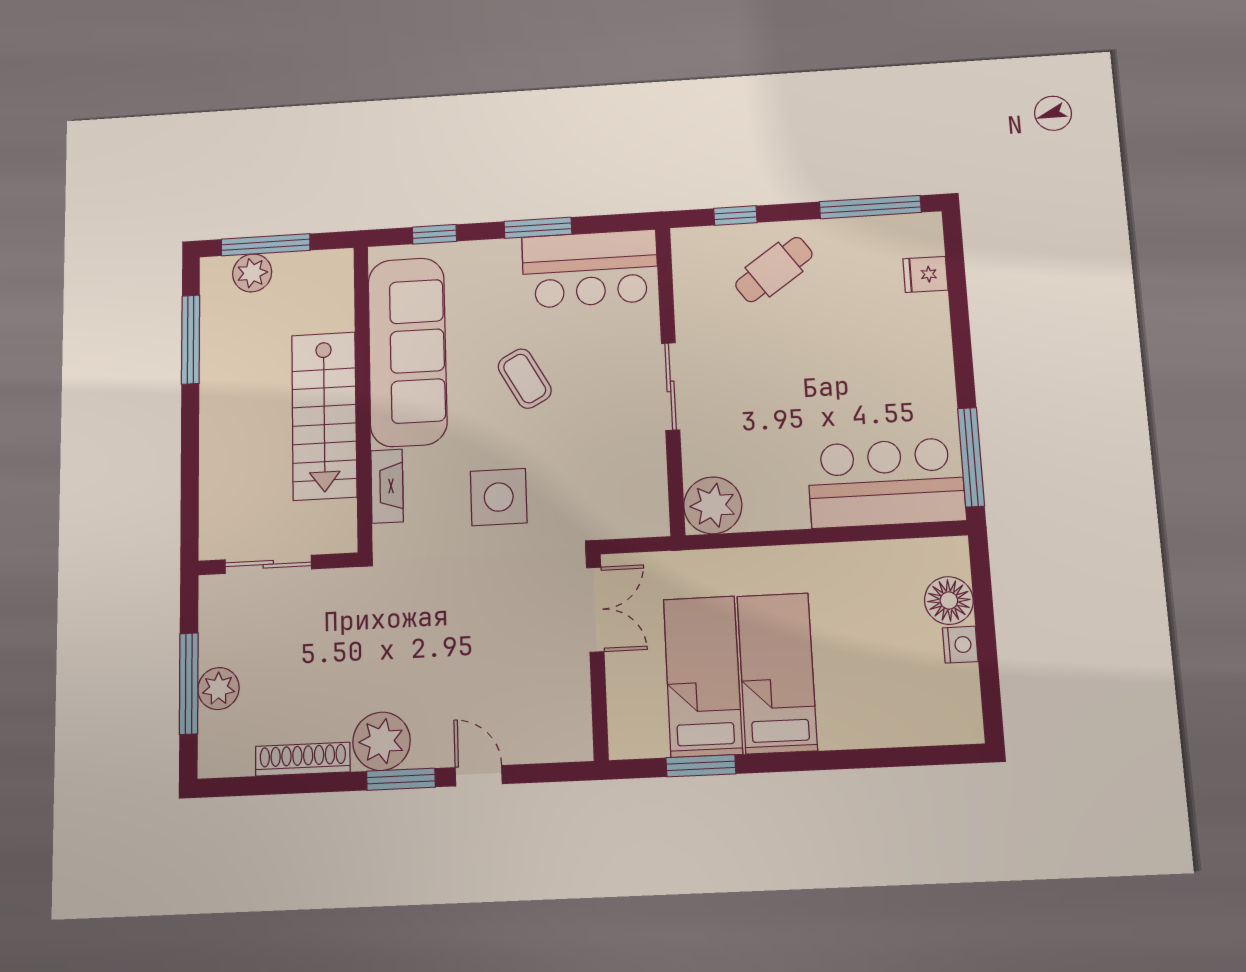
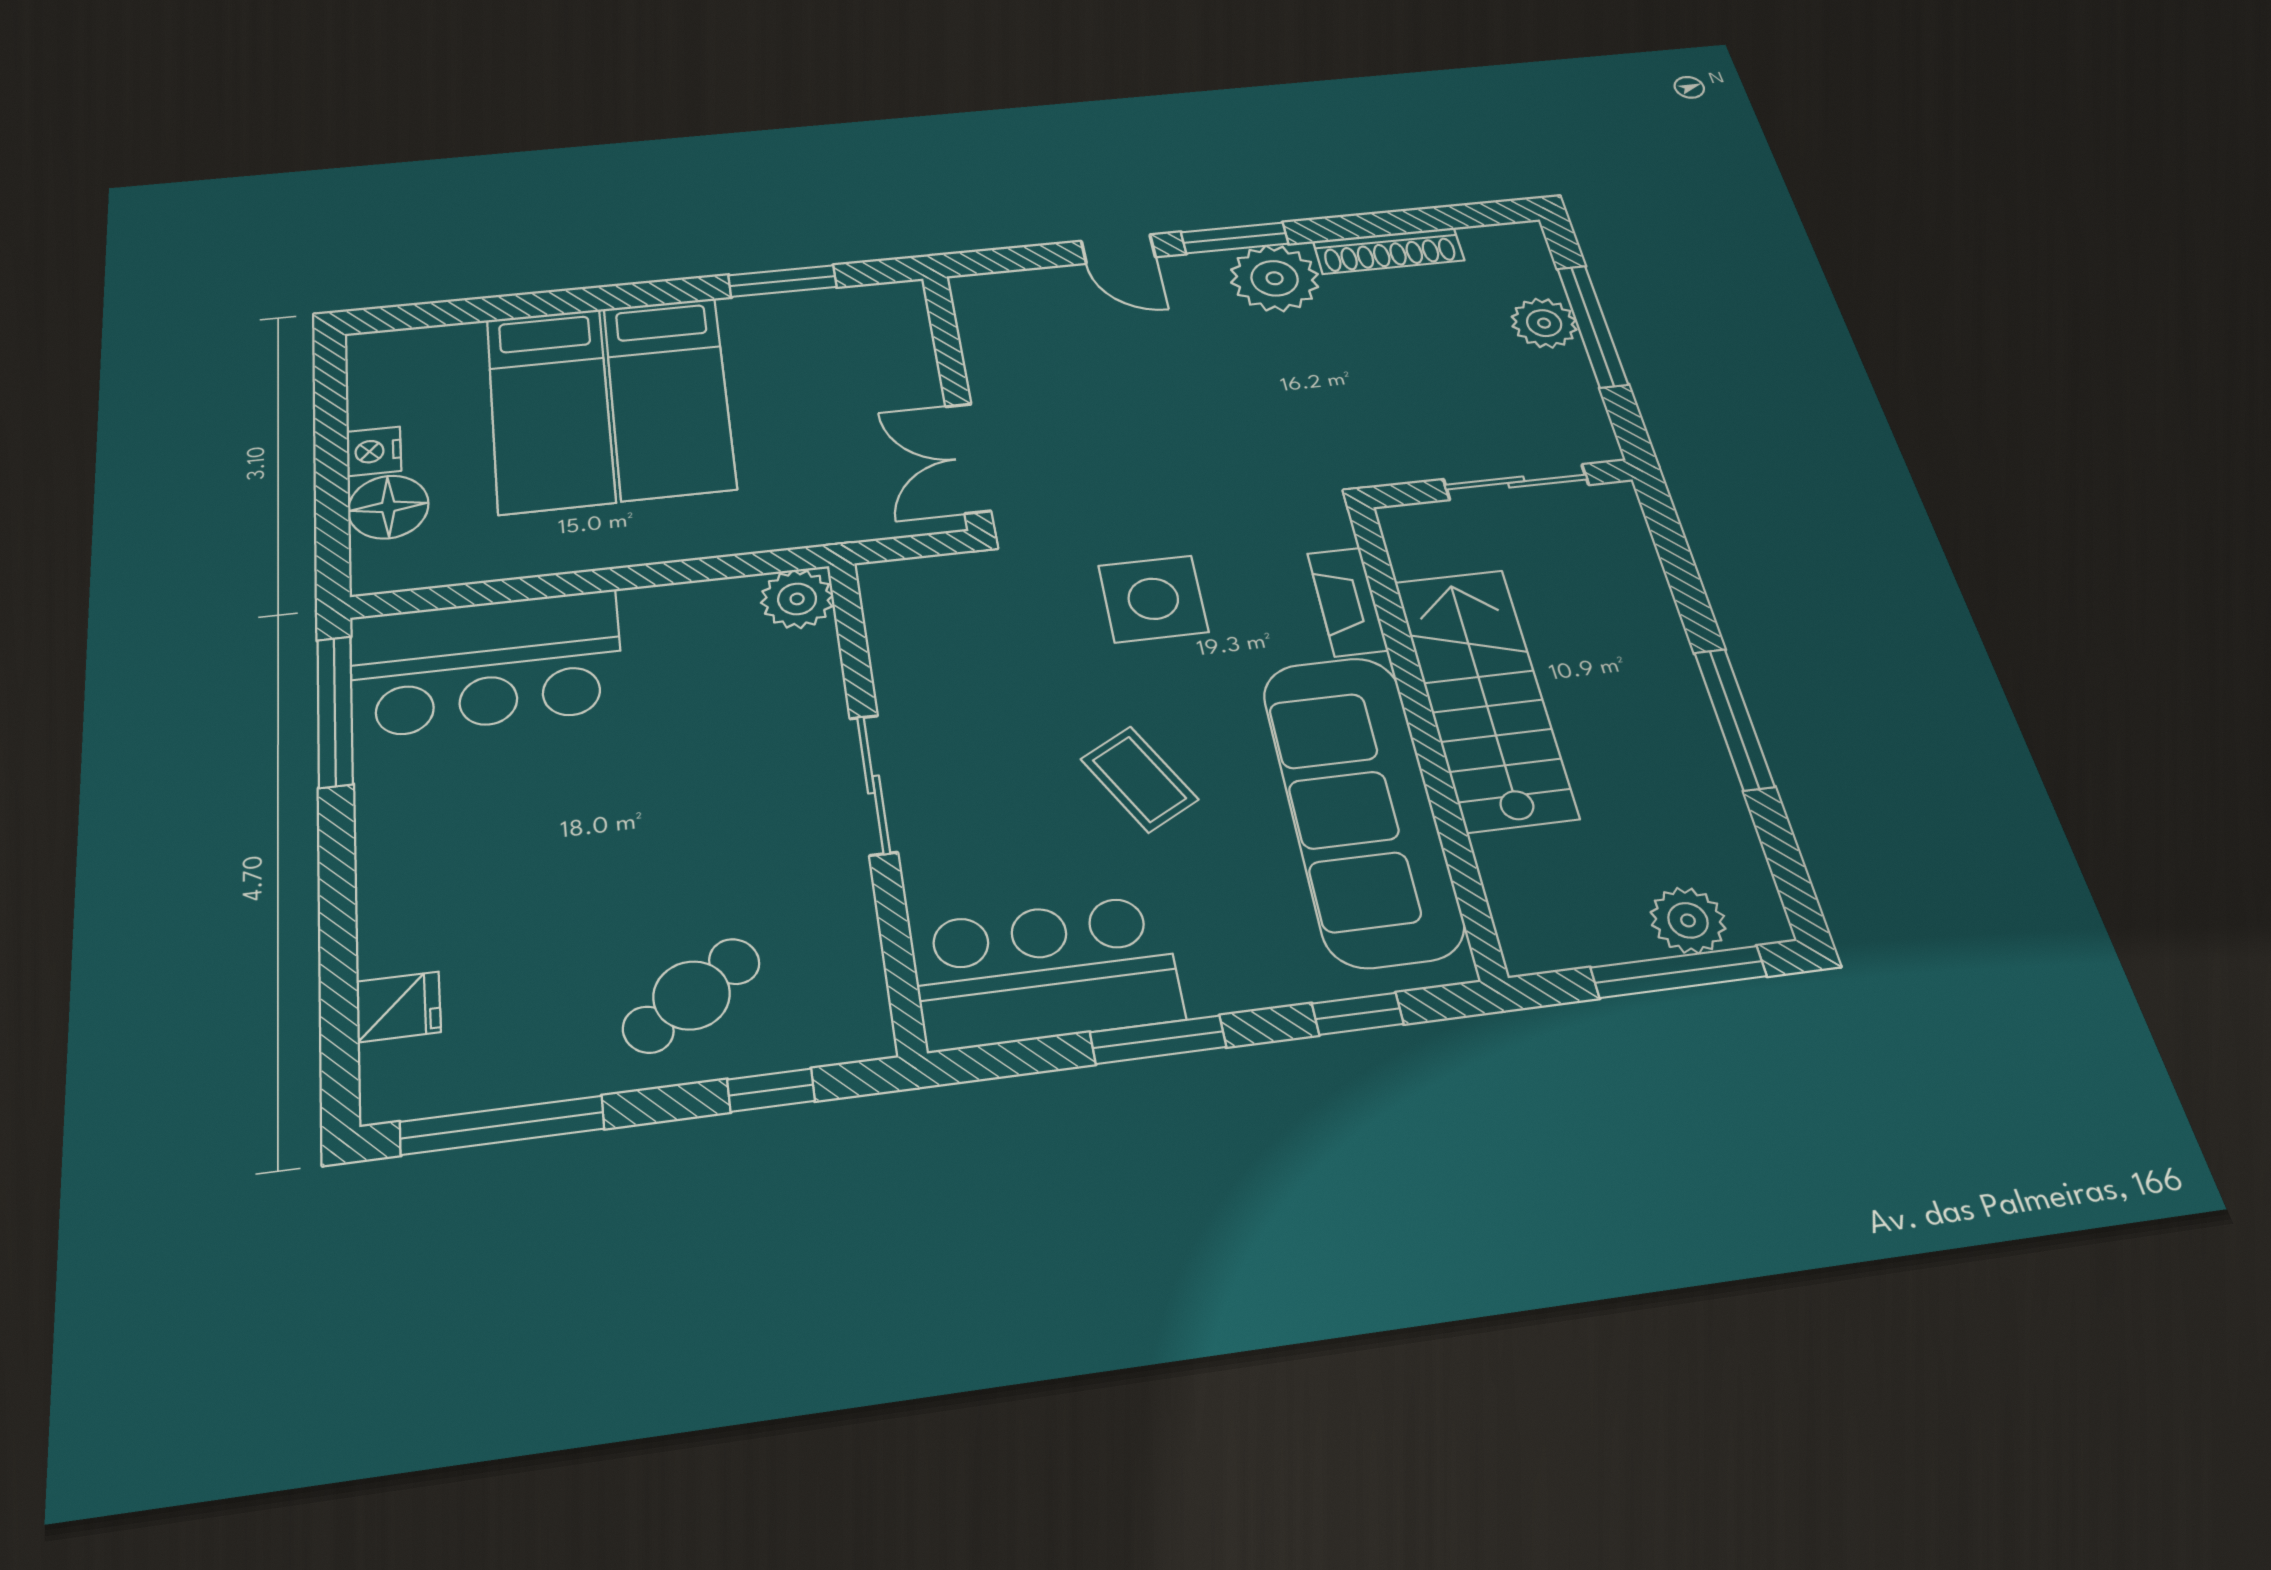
window: (191, 340) -> (1734, 719), moved
plant: (713, 505) -> (797, 599), width x0.73, depth x0.73
bed: (703, 676) -> (550, 410), moved

